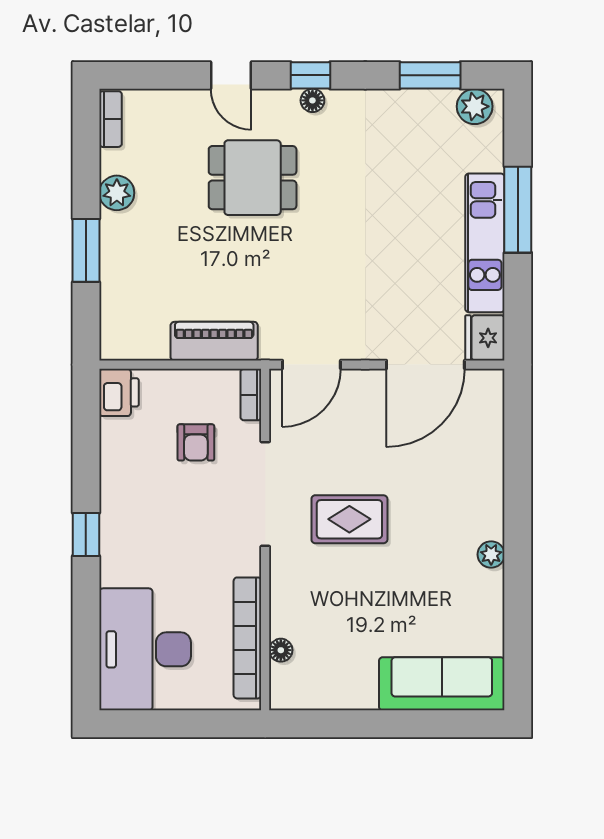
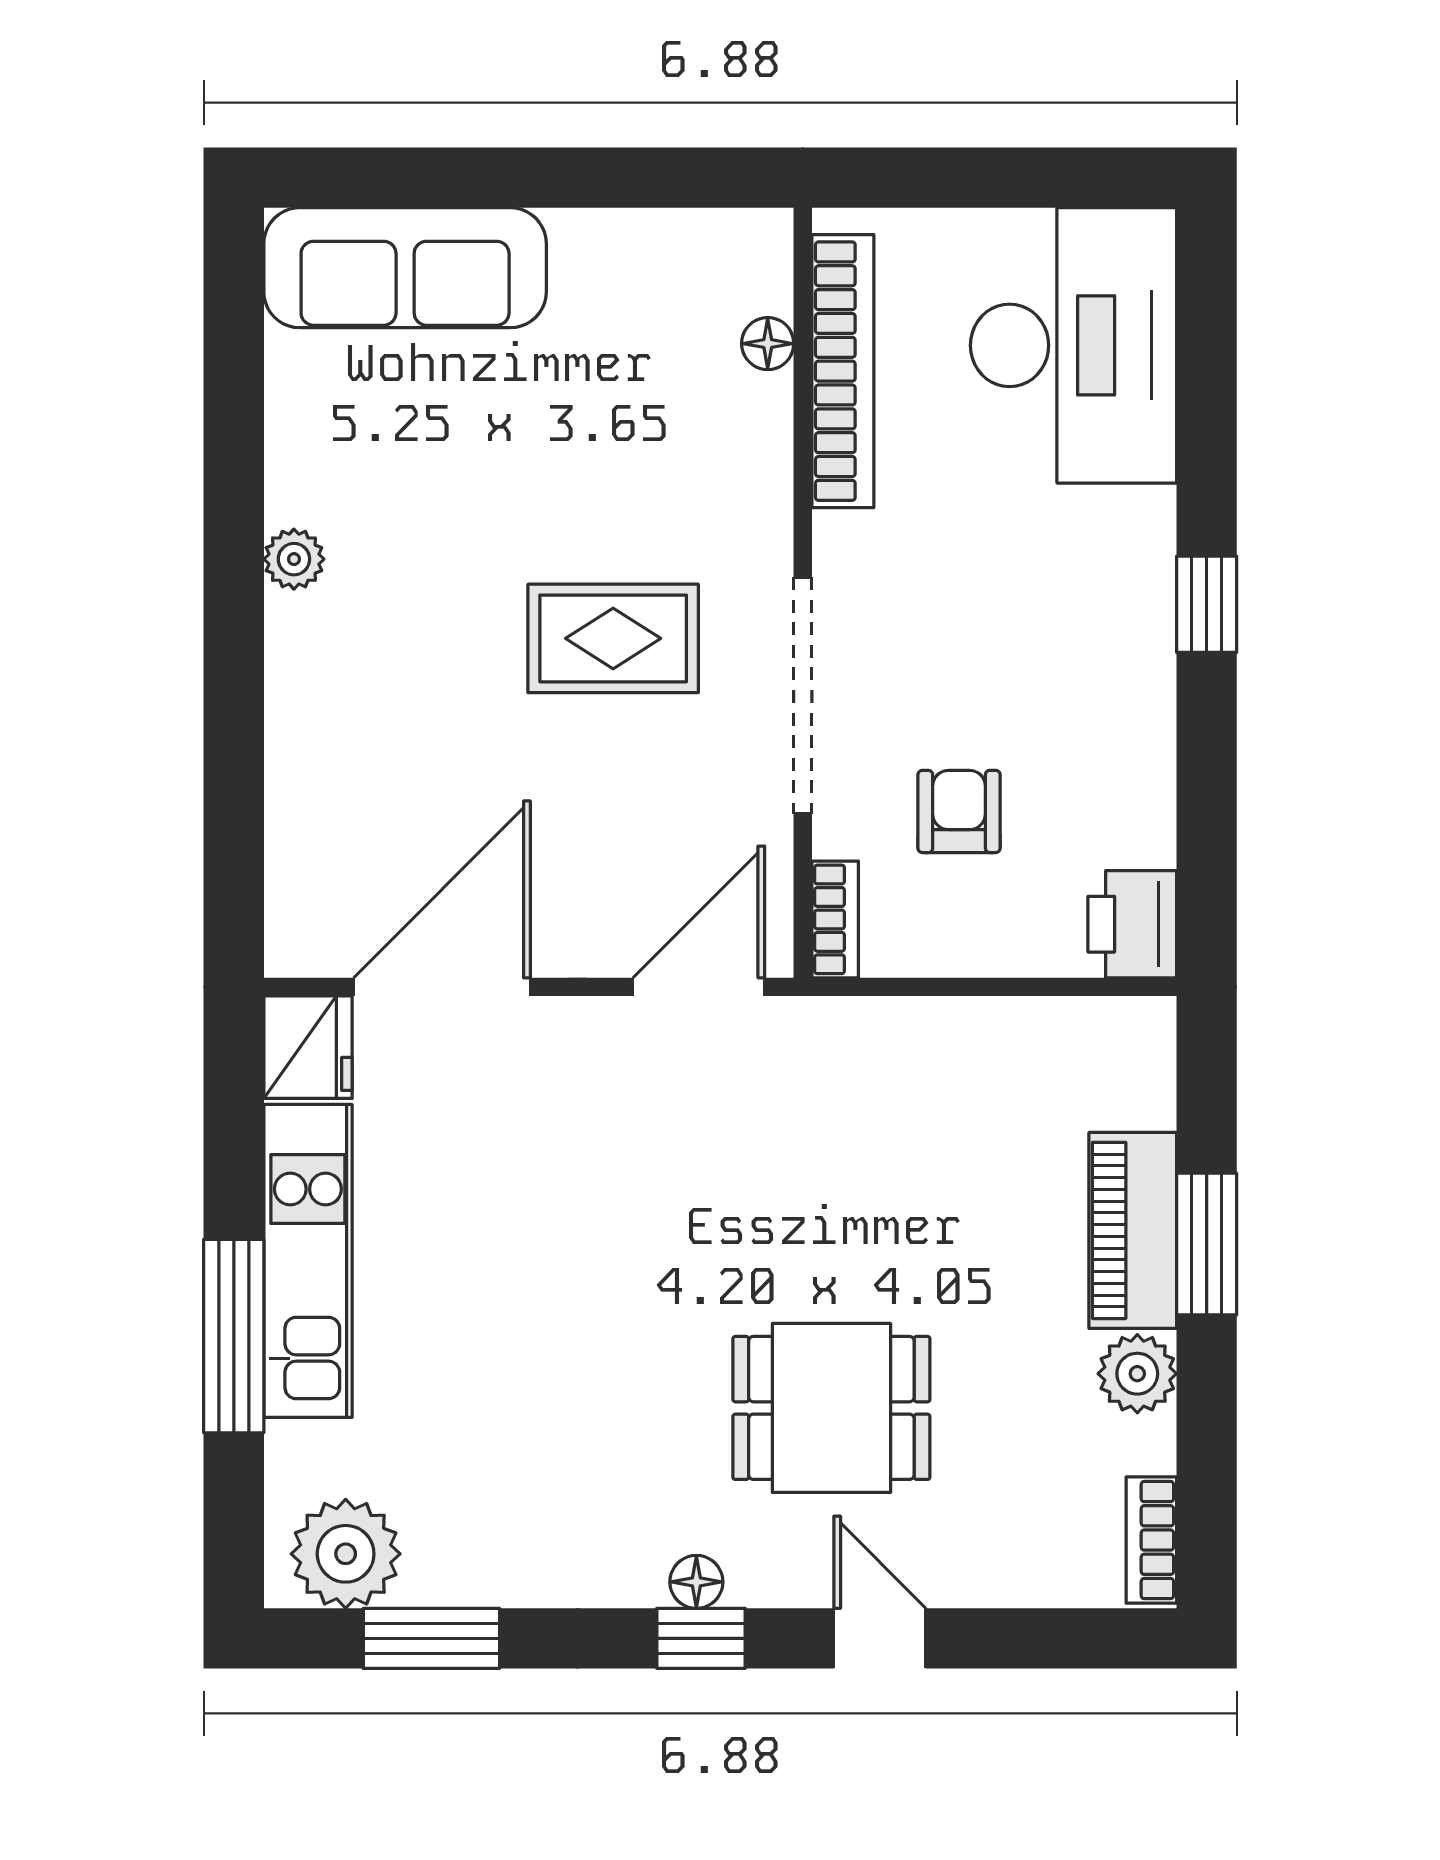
plant: (475, 106) -> (346, 1554), width x1.36, depth x1.36
piano: (214, 341) -> (1133, 1230), moved, turned 90

